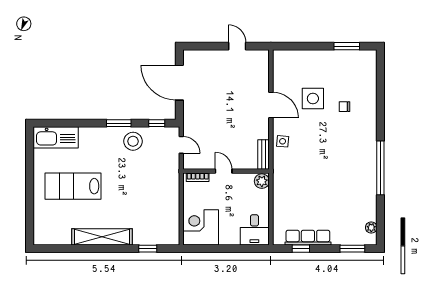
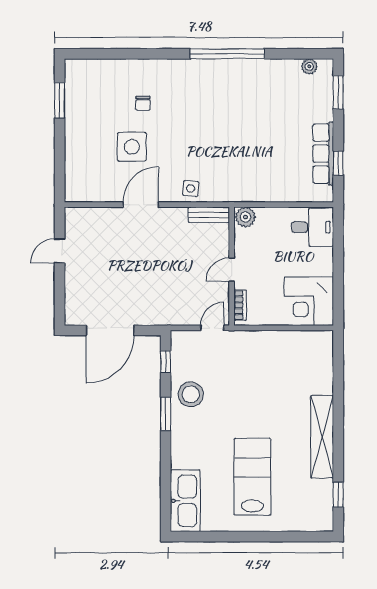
door: (181, 145) -> (212, 328), moved
lab bench: (73, 186) -> (252, 477), turned 180
window: (148, 249) -> (338, 494), moved

